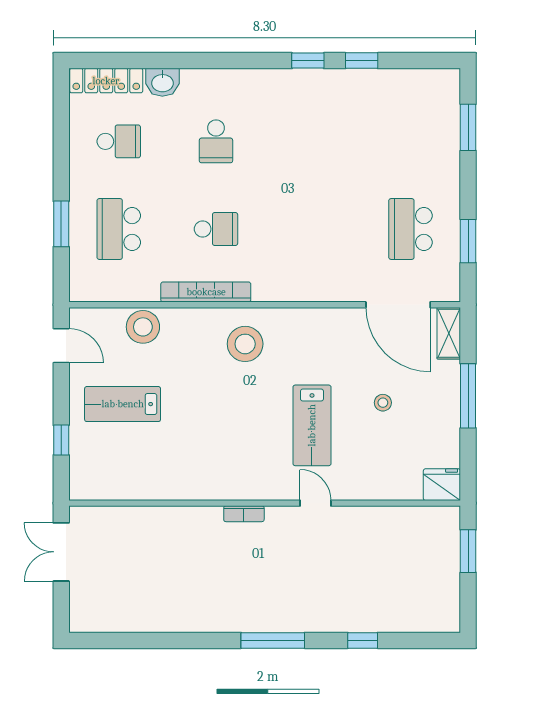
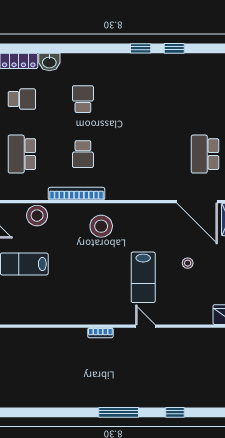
school desk: (216, 141) -> (83, 99), turned 180
school desk: (216, 229) -> (83, 154), turned 90

